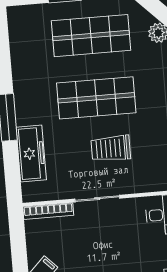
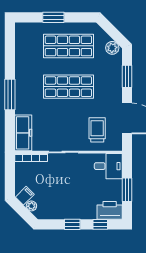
trolley: (111, 148) -> (97, 130), moved, turned 90
freezer: (31, 154) -> (23, 133), moved

